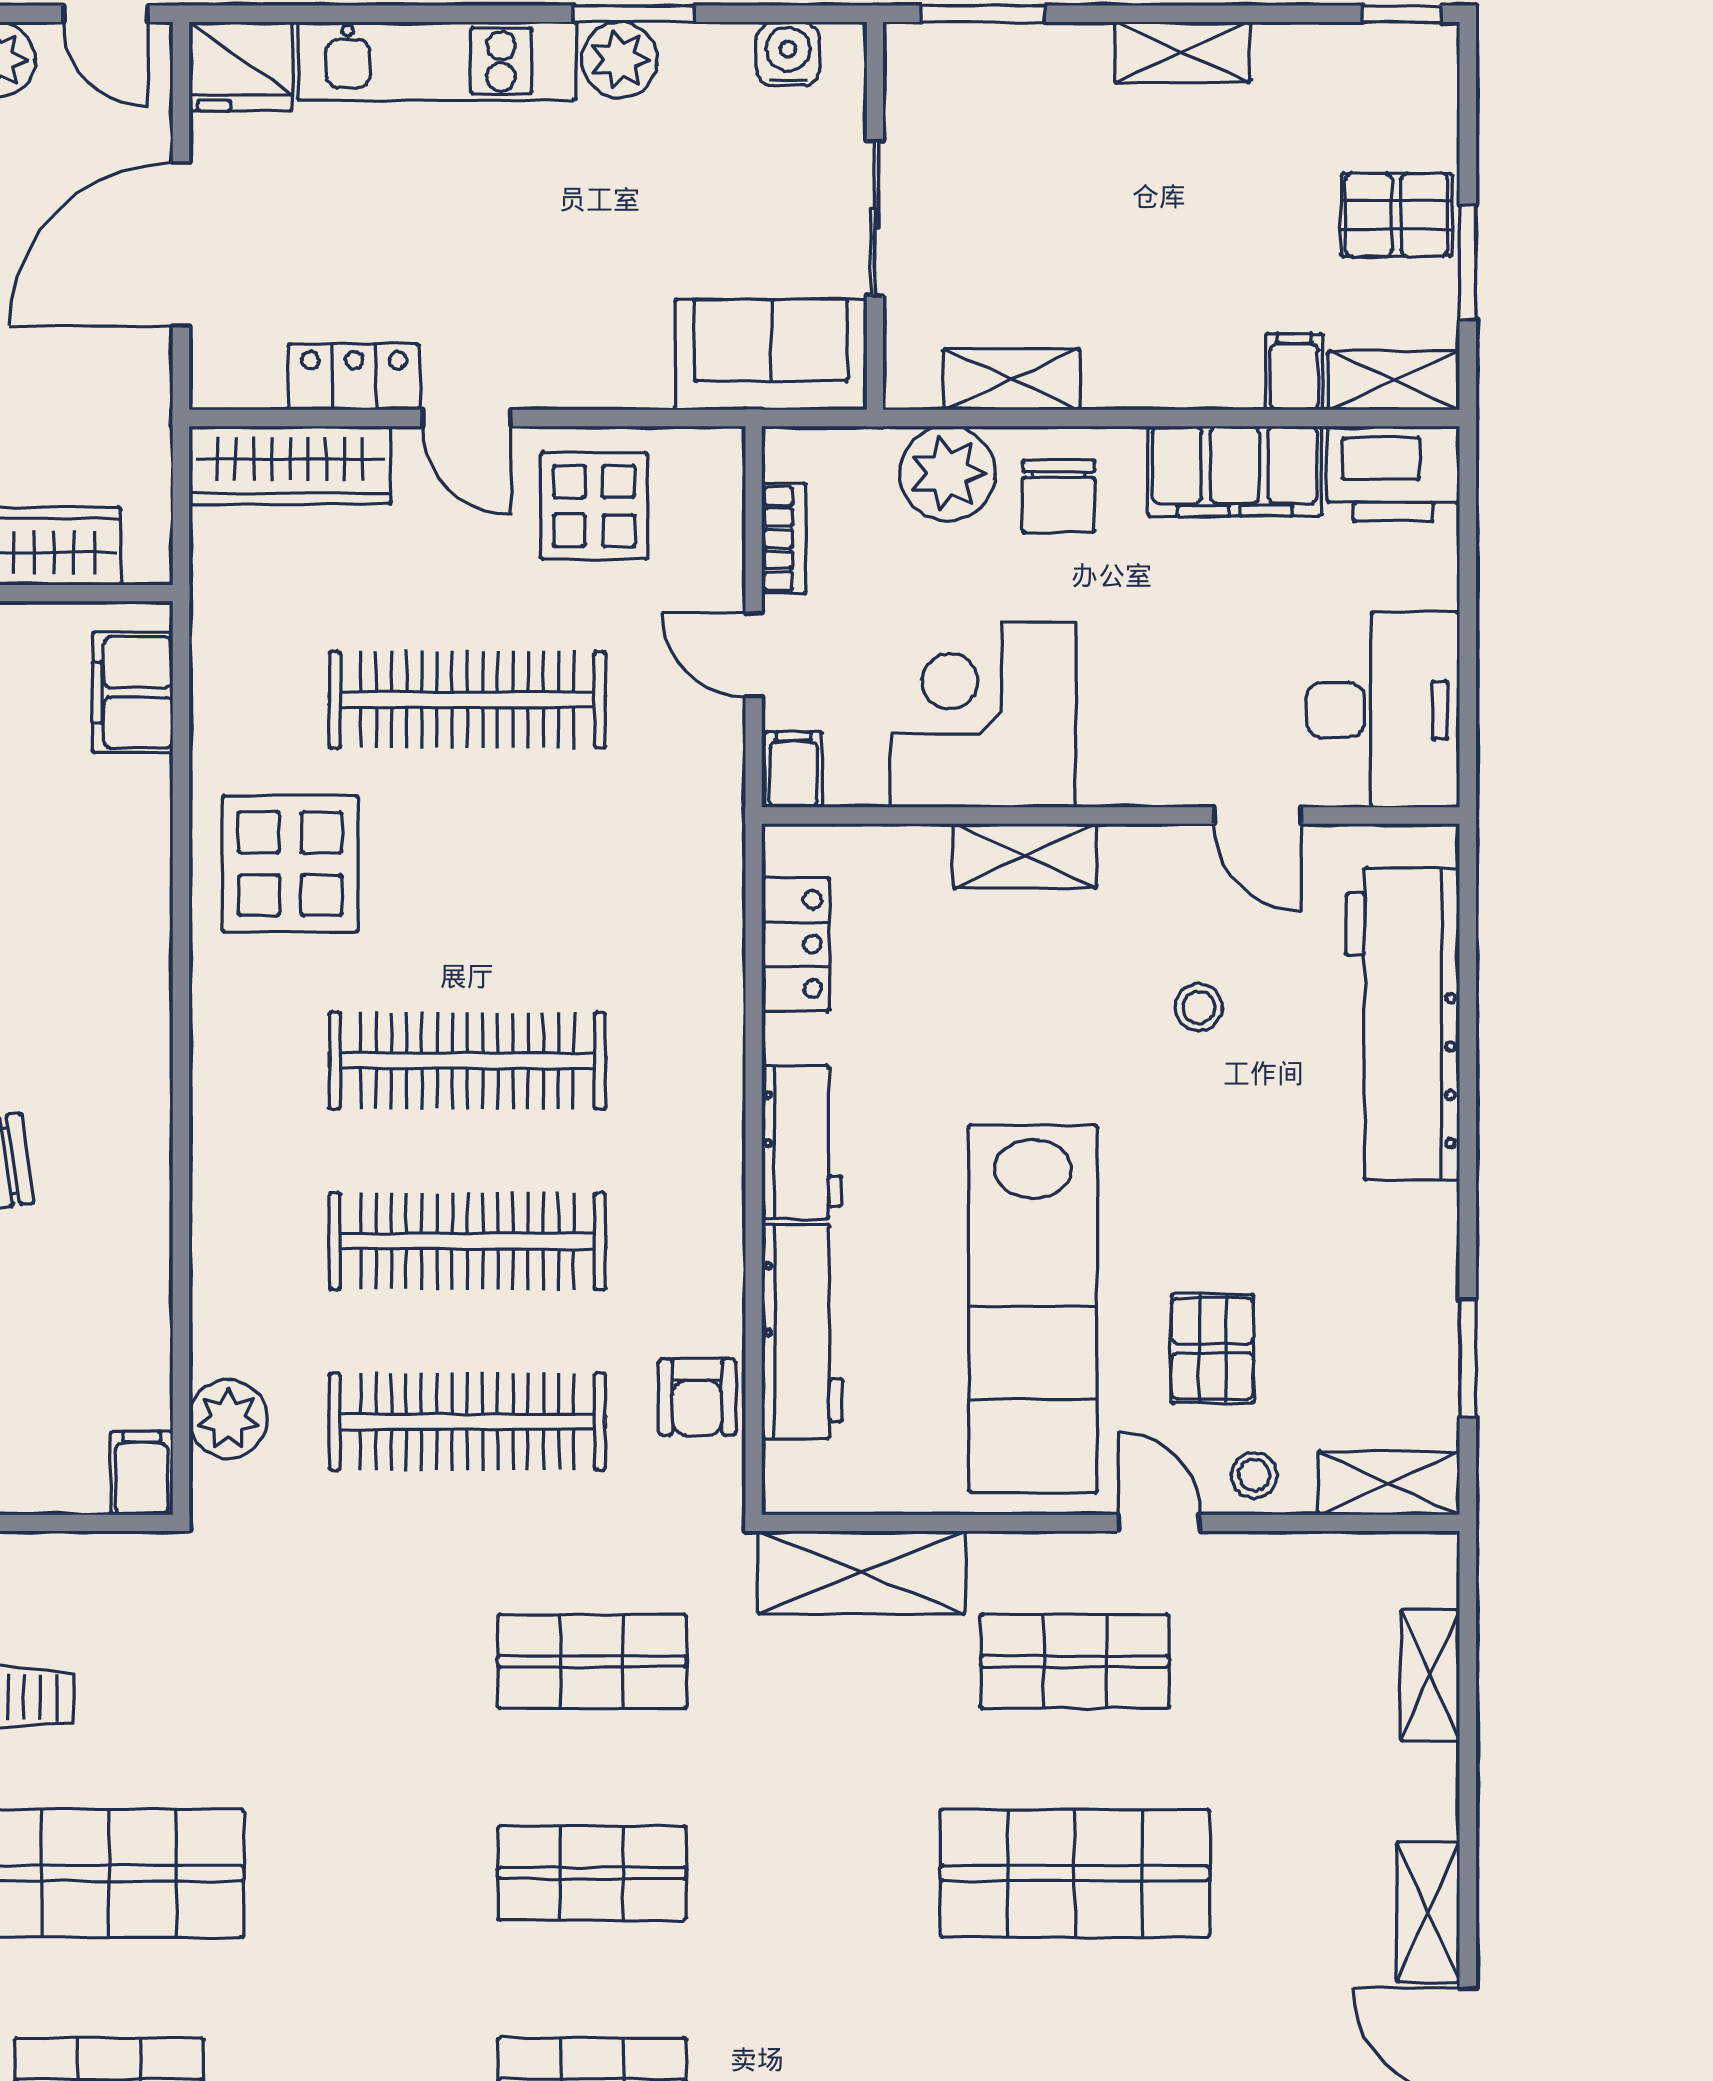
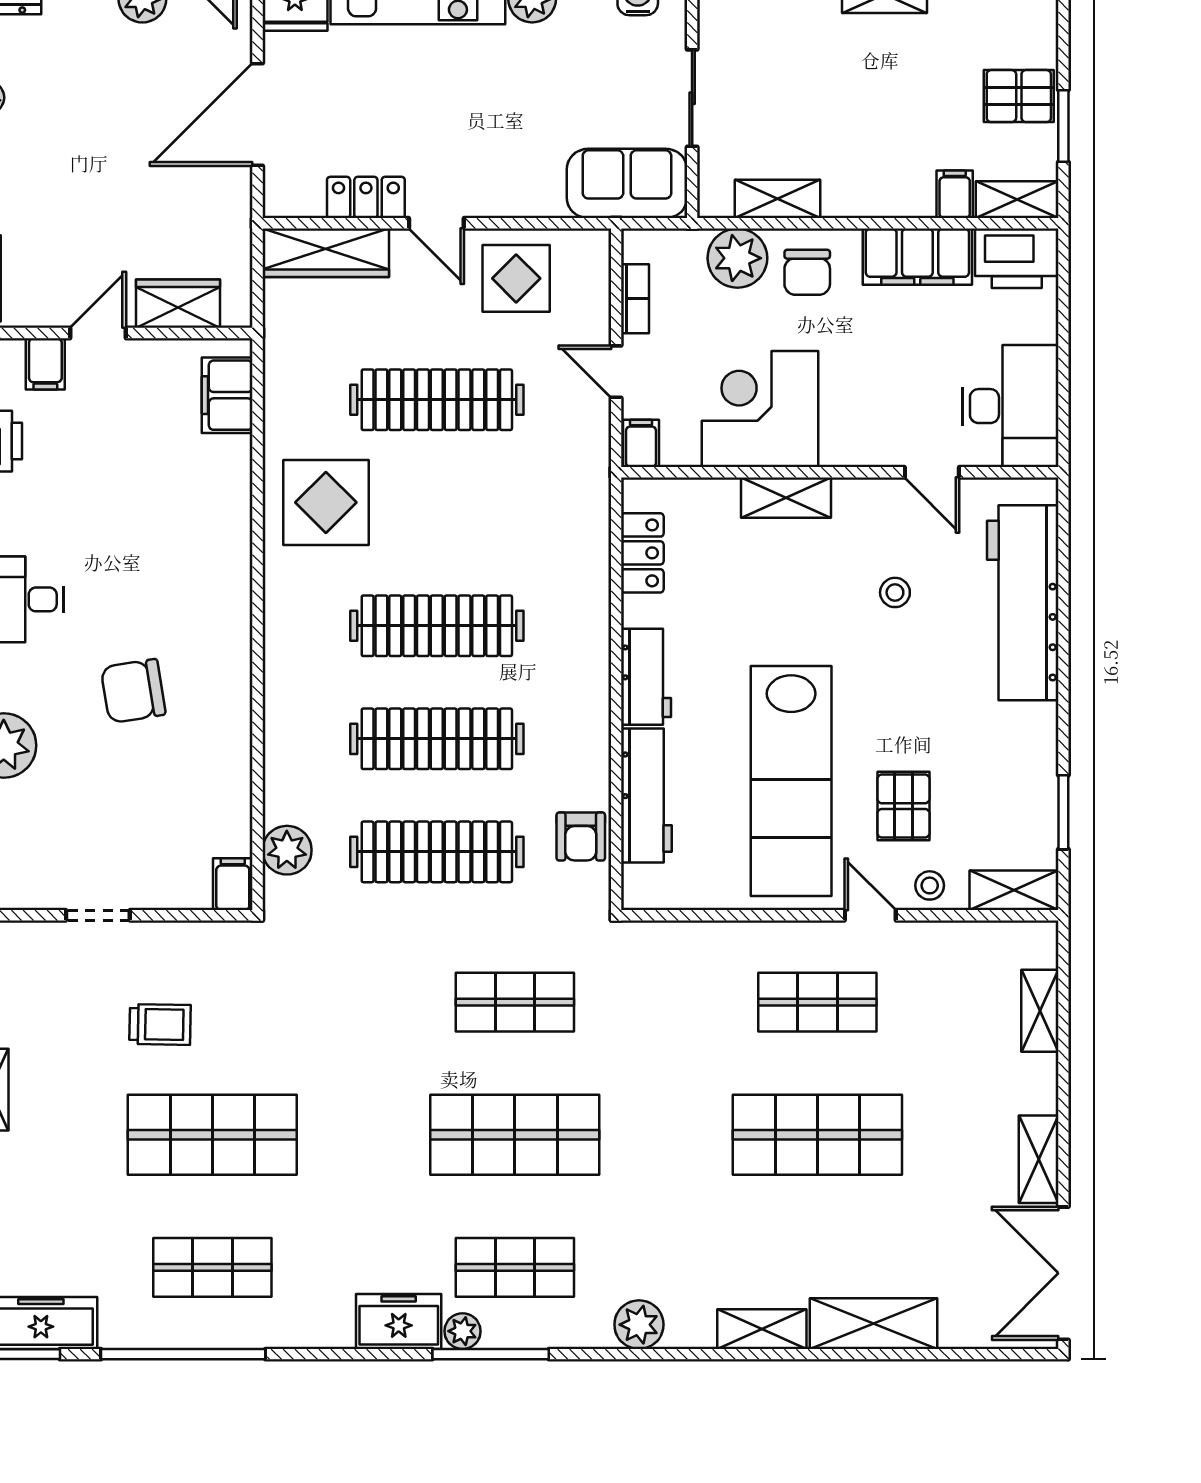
shelving: (861, 1572) -> (684, 946), removed
shop shelf: (592, 1873) -> (515, 1135), width x1.43, depth x1.36

